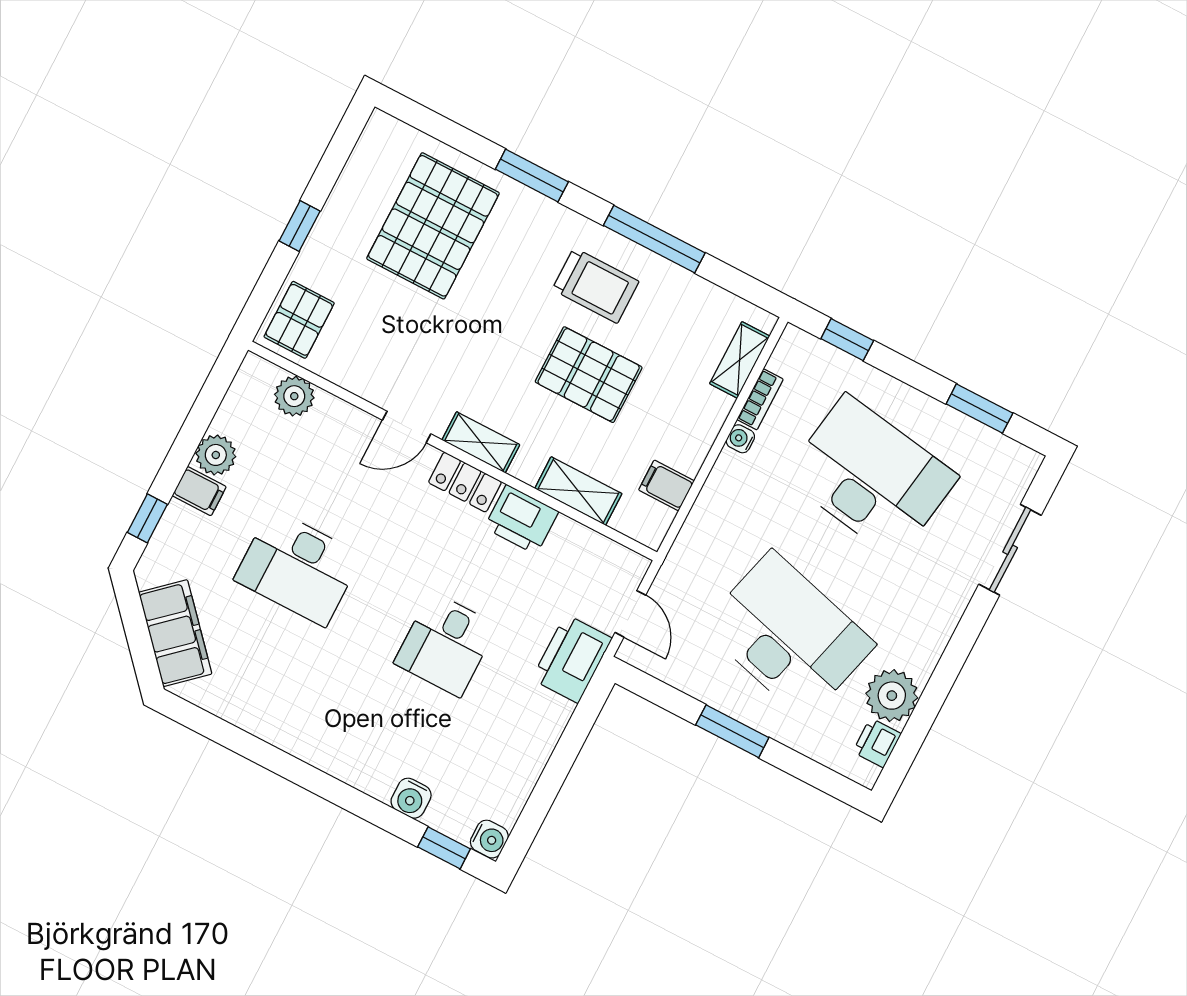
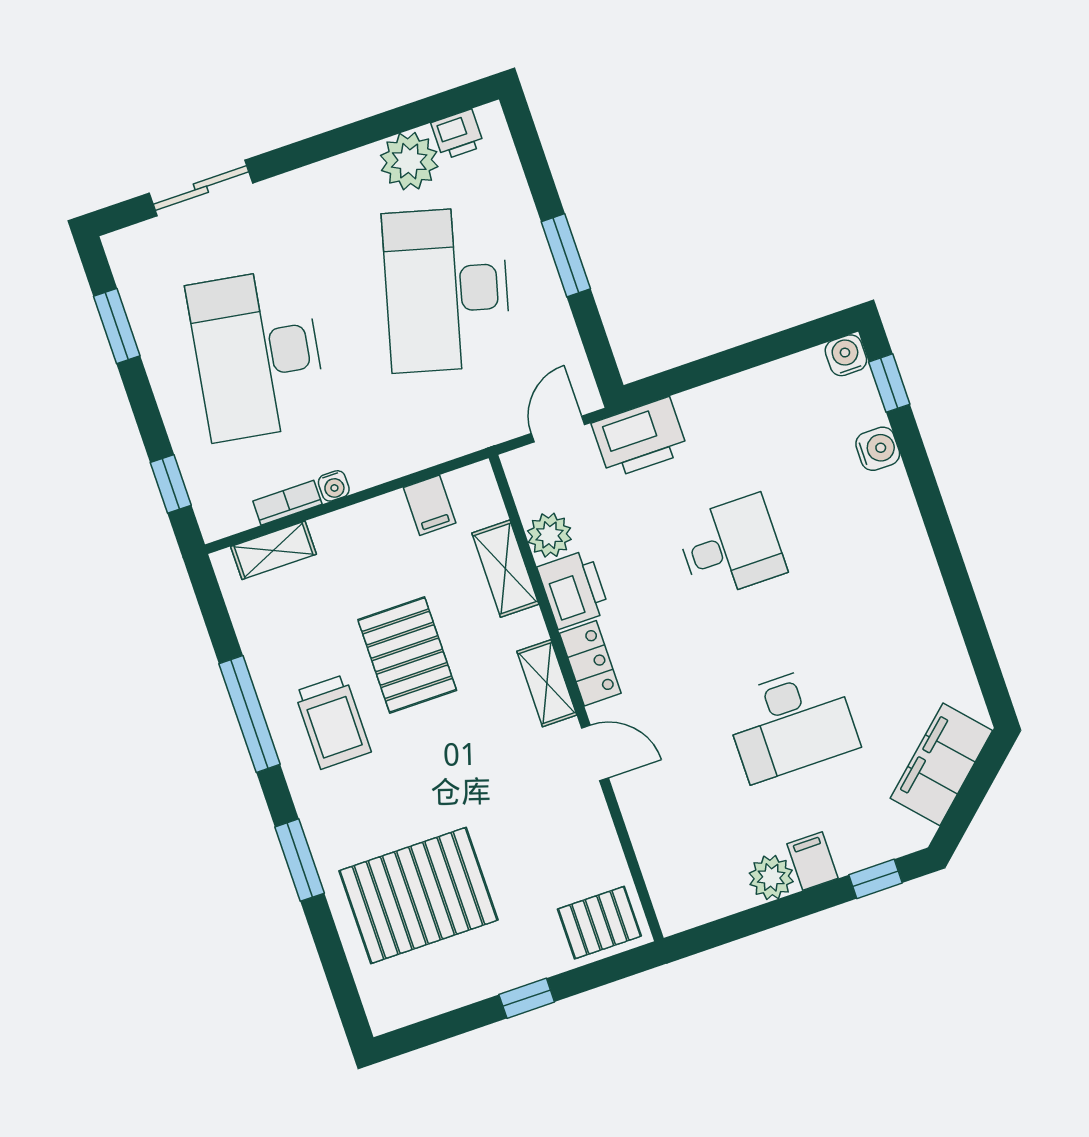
trolley: (596, 285) -> (333, 722), turned 180
plant: (294, 396) -> (549, 535), moved
desk: (298, 567) -> (791, 723), turned 90

